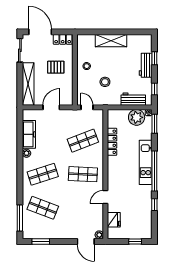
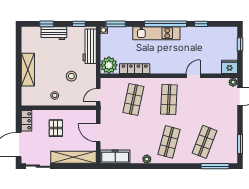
workbench: (133, 99) -> (90, 46), width x1.38
plant: (137, 117) -> (109, 65), moved
freezer: (29, 134) -> (115, 157), moved
shop shelf: (83, 141) -> (133, 99), turned 33
shop shelf: (43, 174) -> (169, 142), turned 33
door: (105, 197) -> (193, 76), swing flipped
fridge: (114, 220) -> (230, 67), moved

